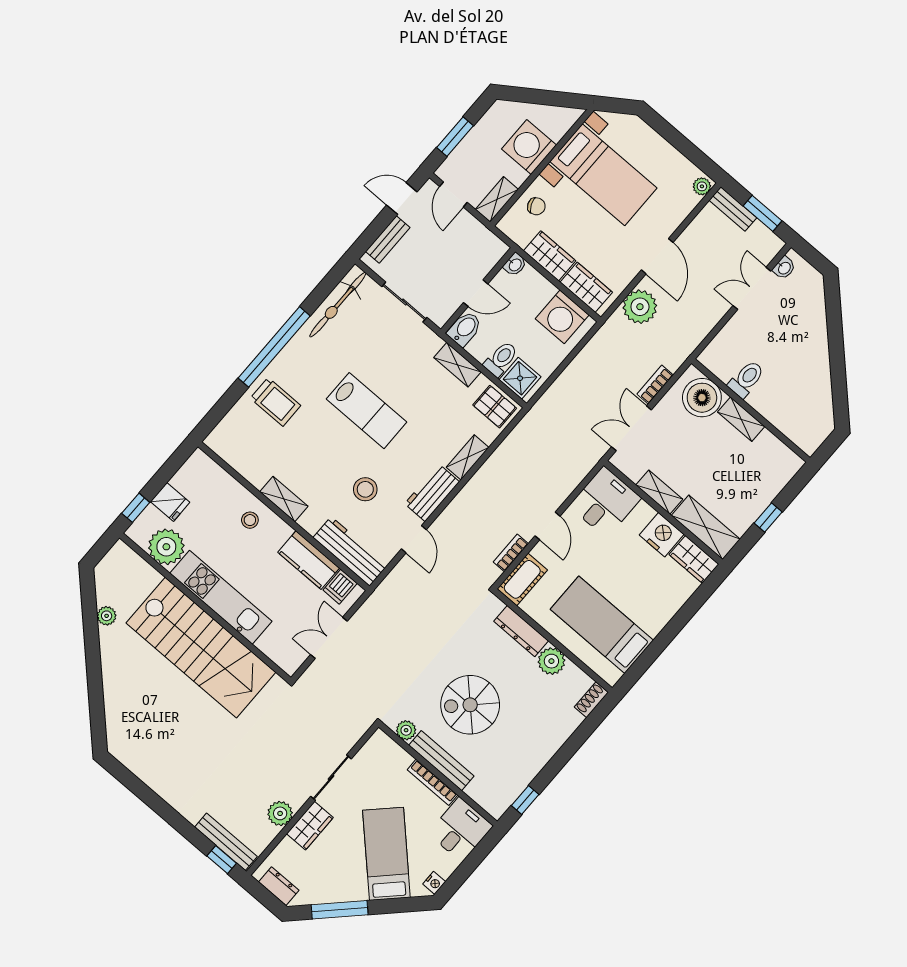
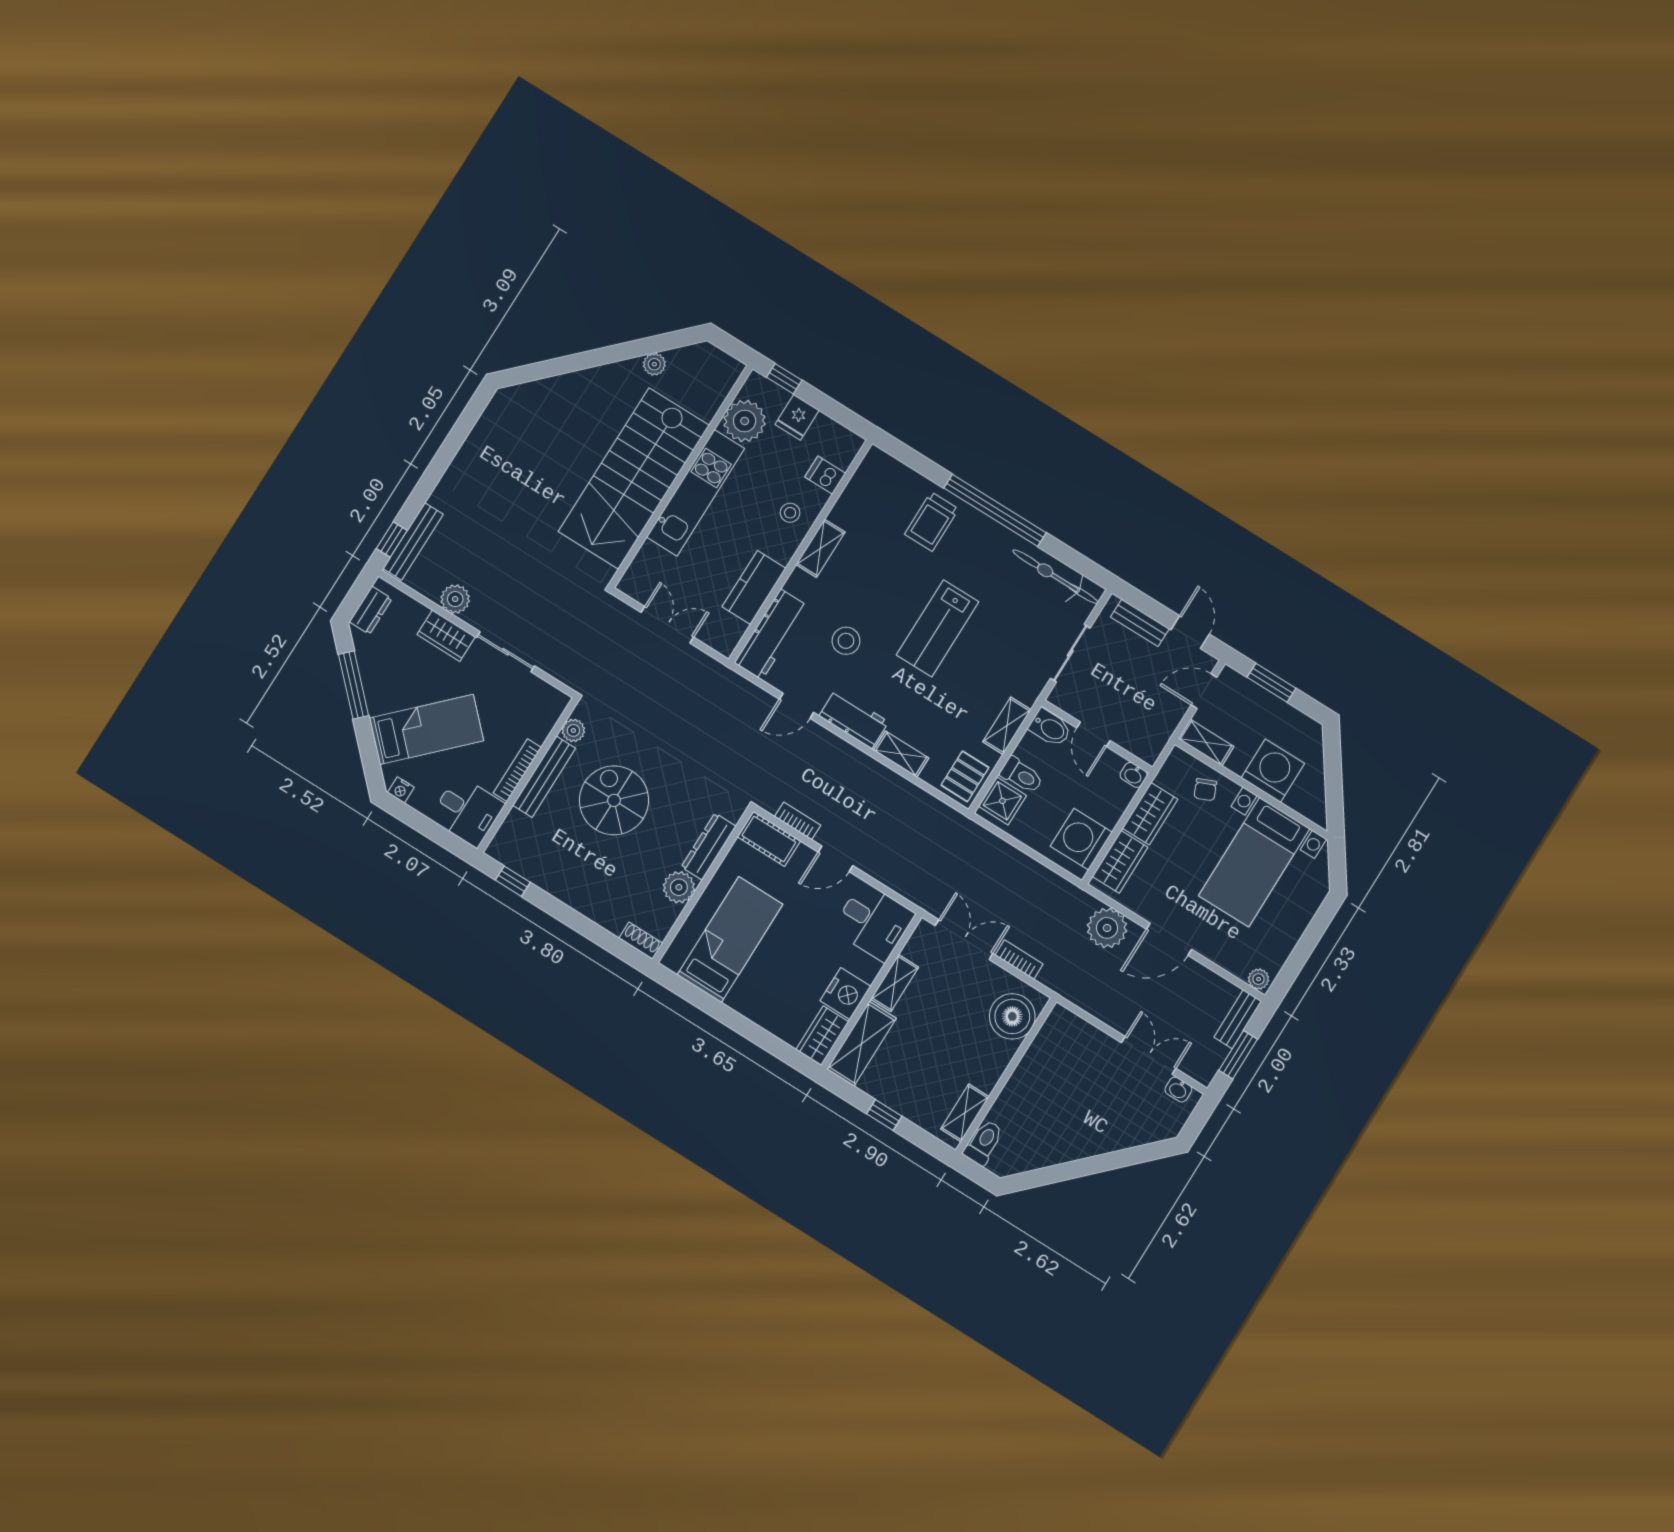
toilet: (746, 379) -> (984, 1143), moved, turned -90
shelving: (741, 419) -> (965, 1113), moved
dishwasher: (340, 587) -> (825, 475), moved

